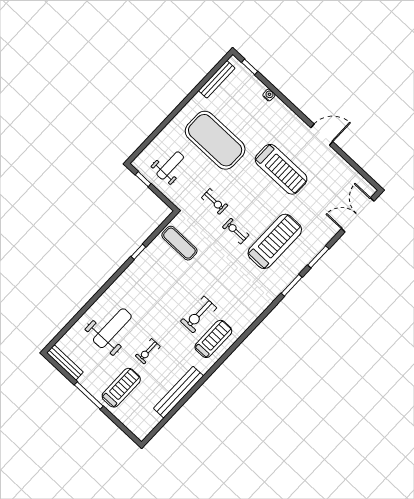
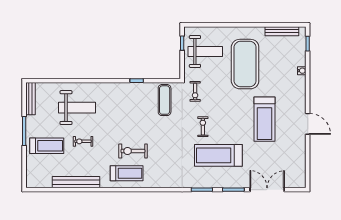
weight bench: (170, 165) -> (205, 51), width x1.36, depth x1.33
exercise bike: (215, 202) -> (195, 91), moved
double door: (358, 215) -> (267, 190), moved
treadmill: (275, 241) -> (218, 155), turned 180

